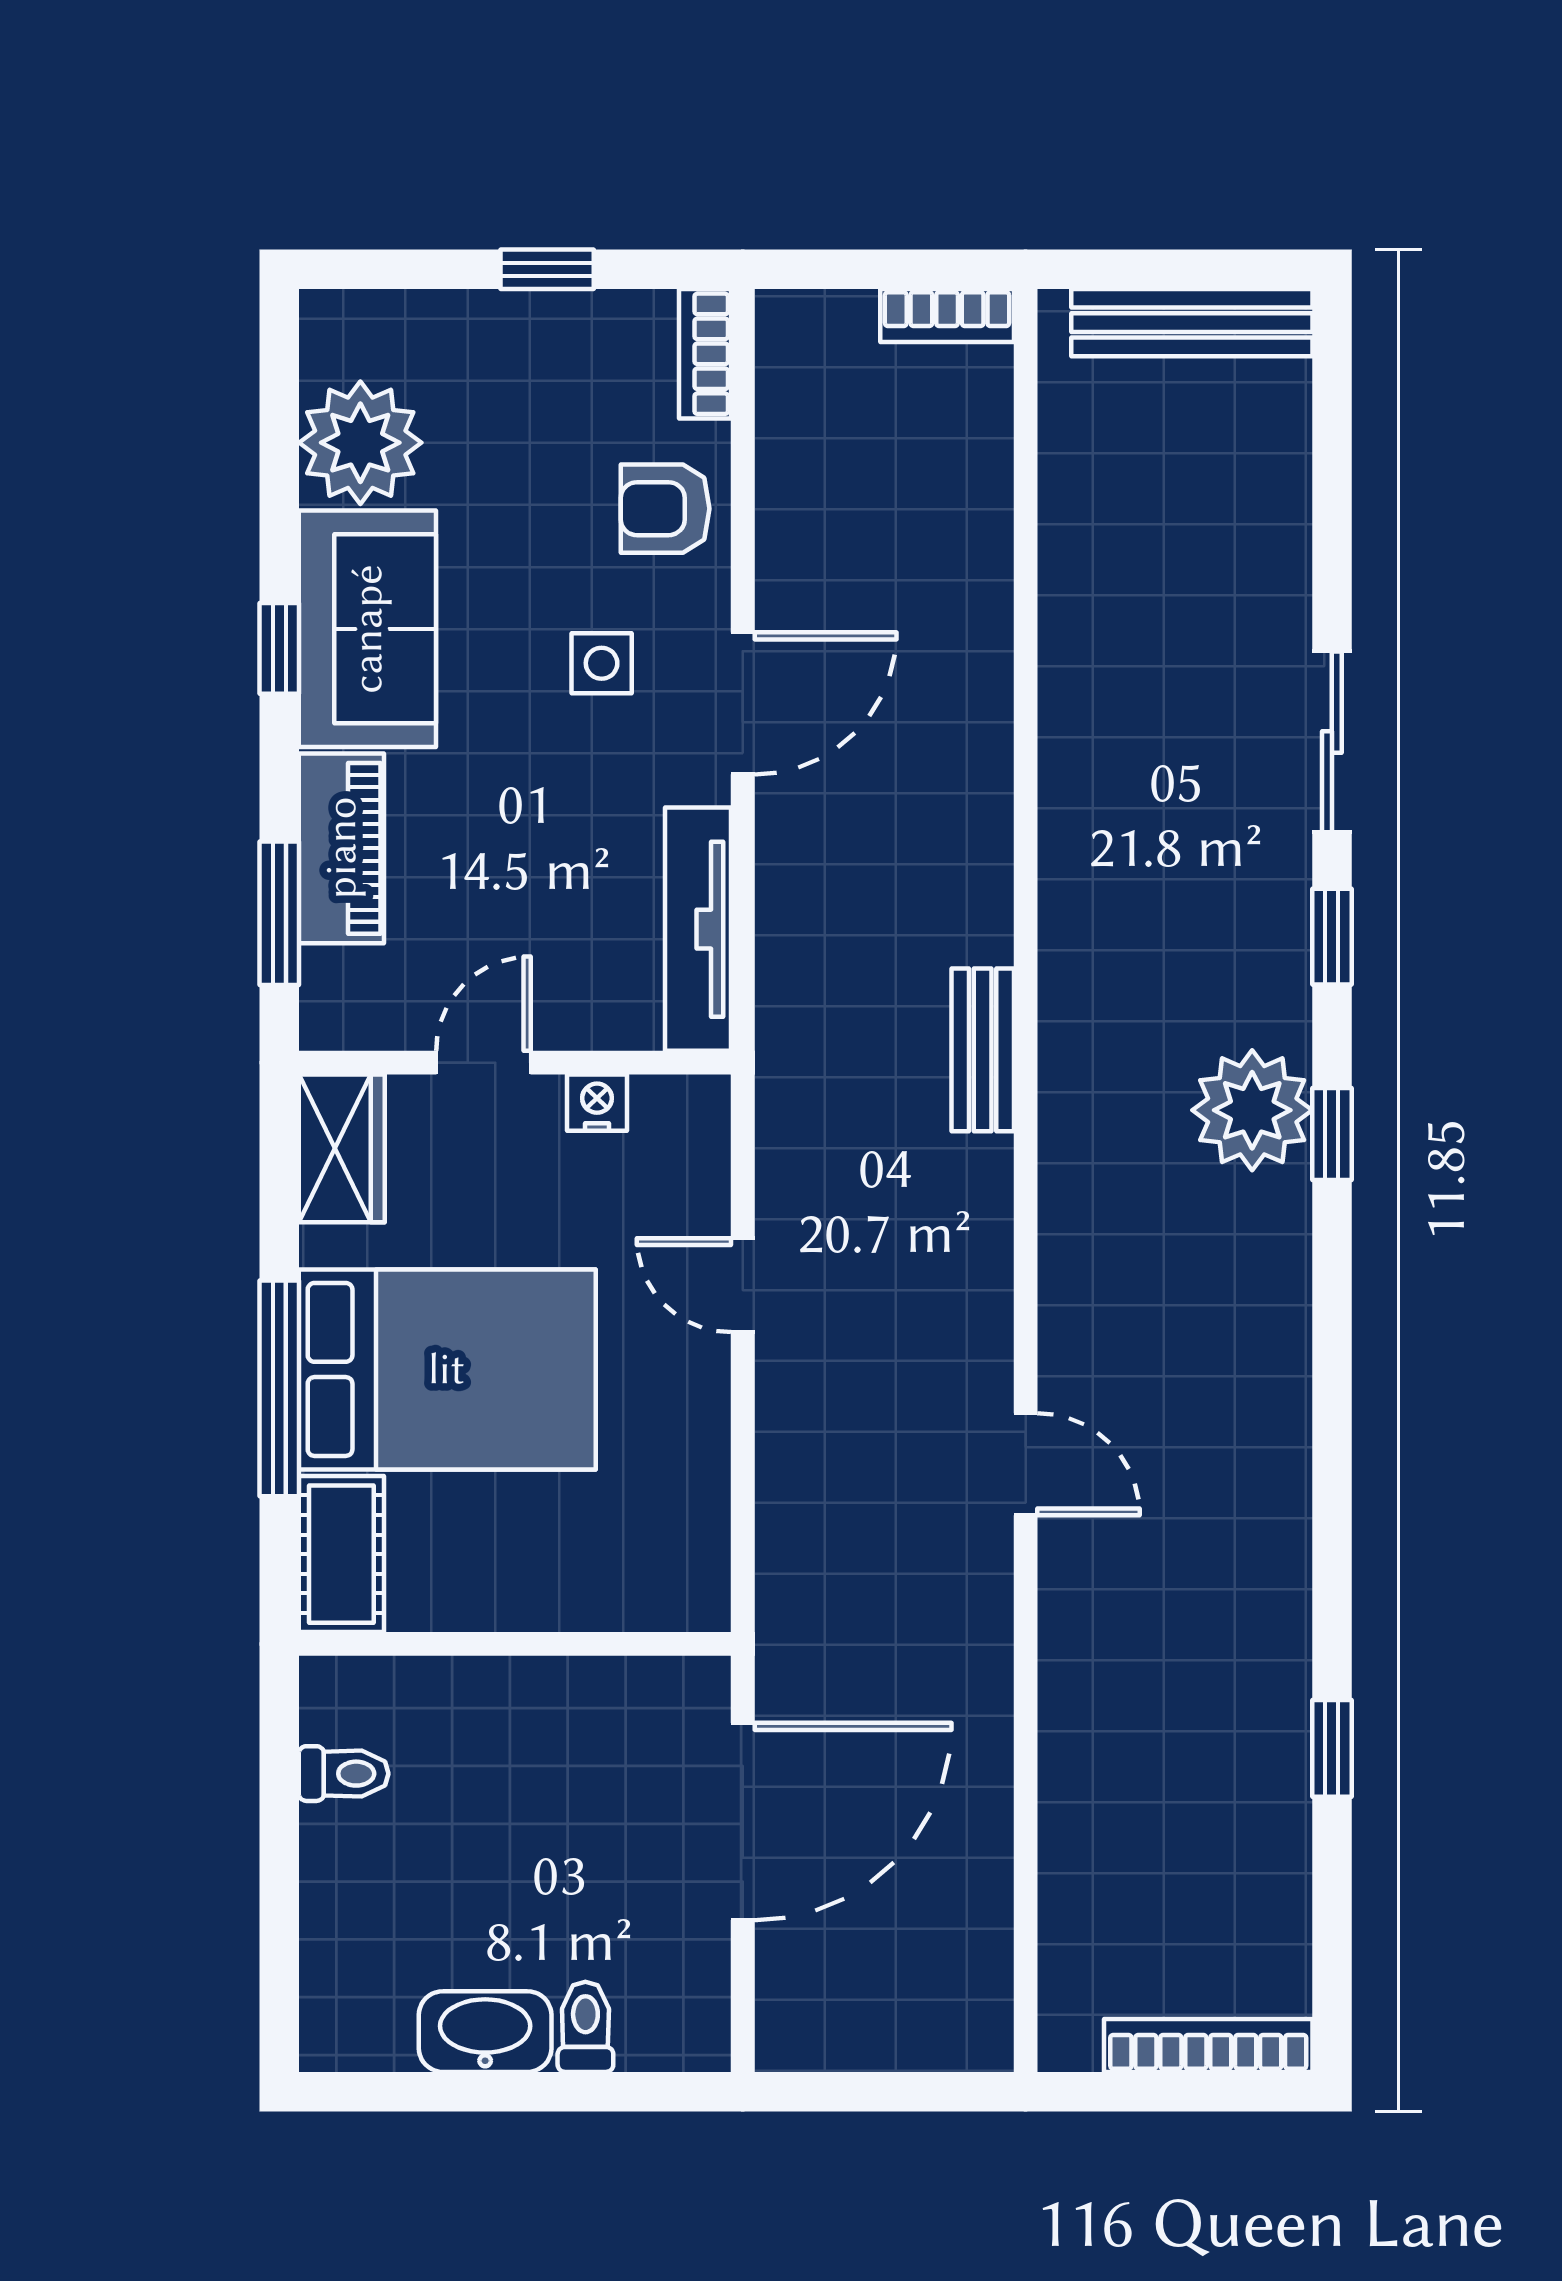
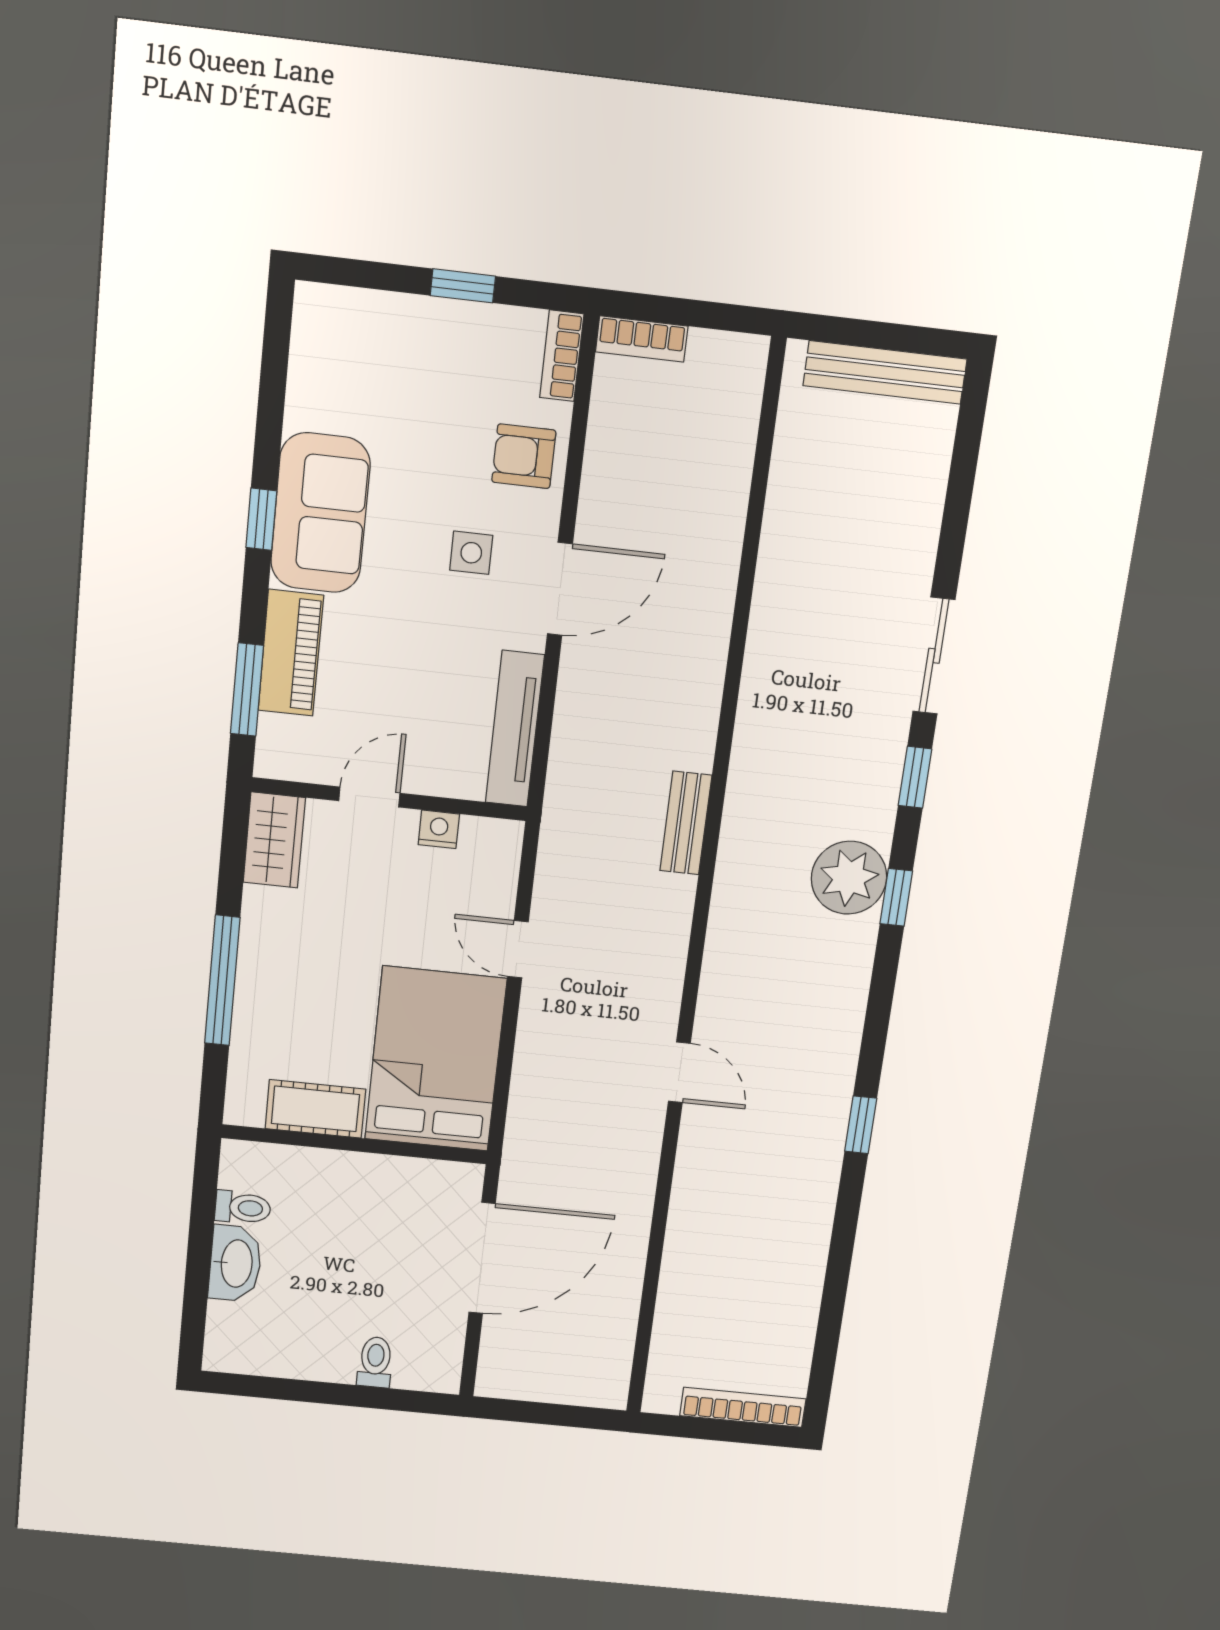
bookcase: (947, 316) -> (642, 339), moved
plant: (360, 443) -> (327, 389), removed
bed: (447, 1369) -> (435, 1059), moved, turned -90
cot: (341, 1554) -> (315, 1109), moved, turned 90
window: (1332, 1748) -> (861, 1125), moved
washbasin: (485, 2032) -> (235, 1263), moved, turned 90

